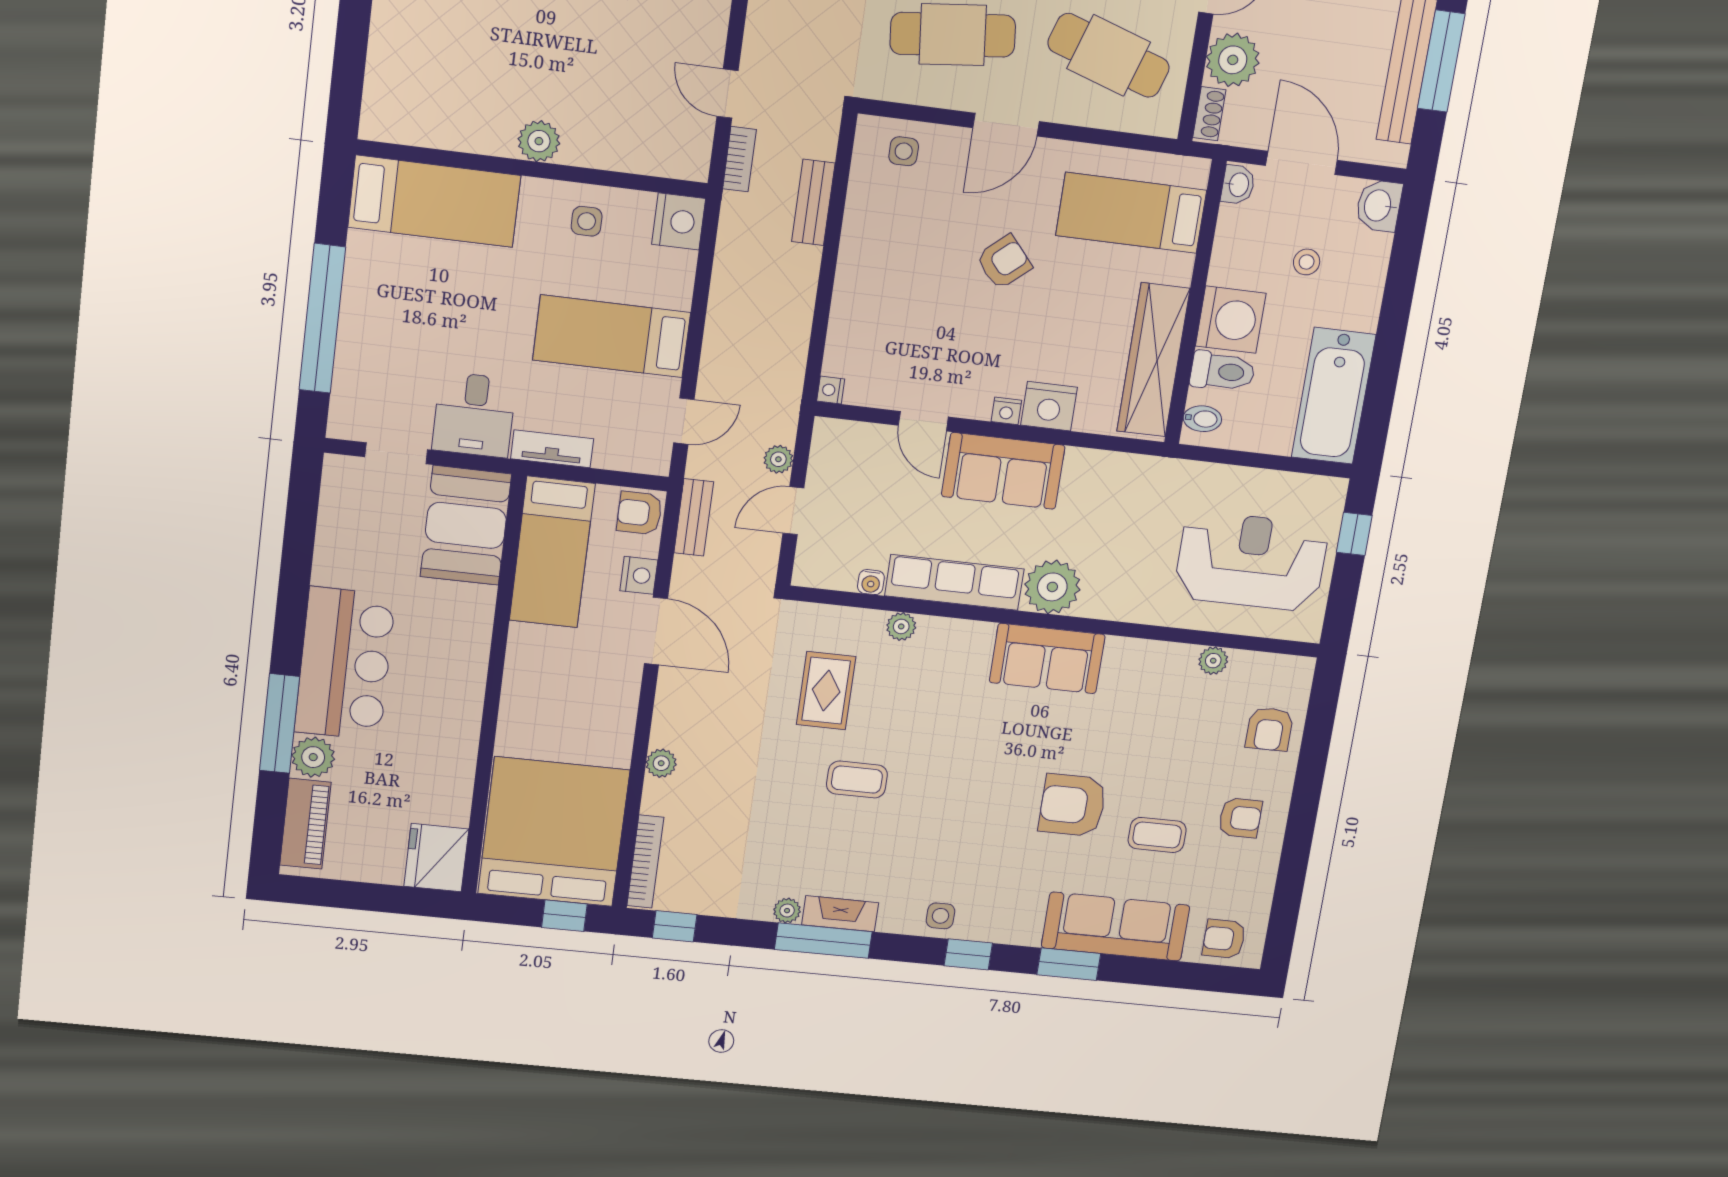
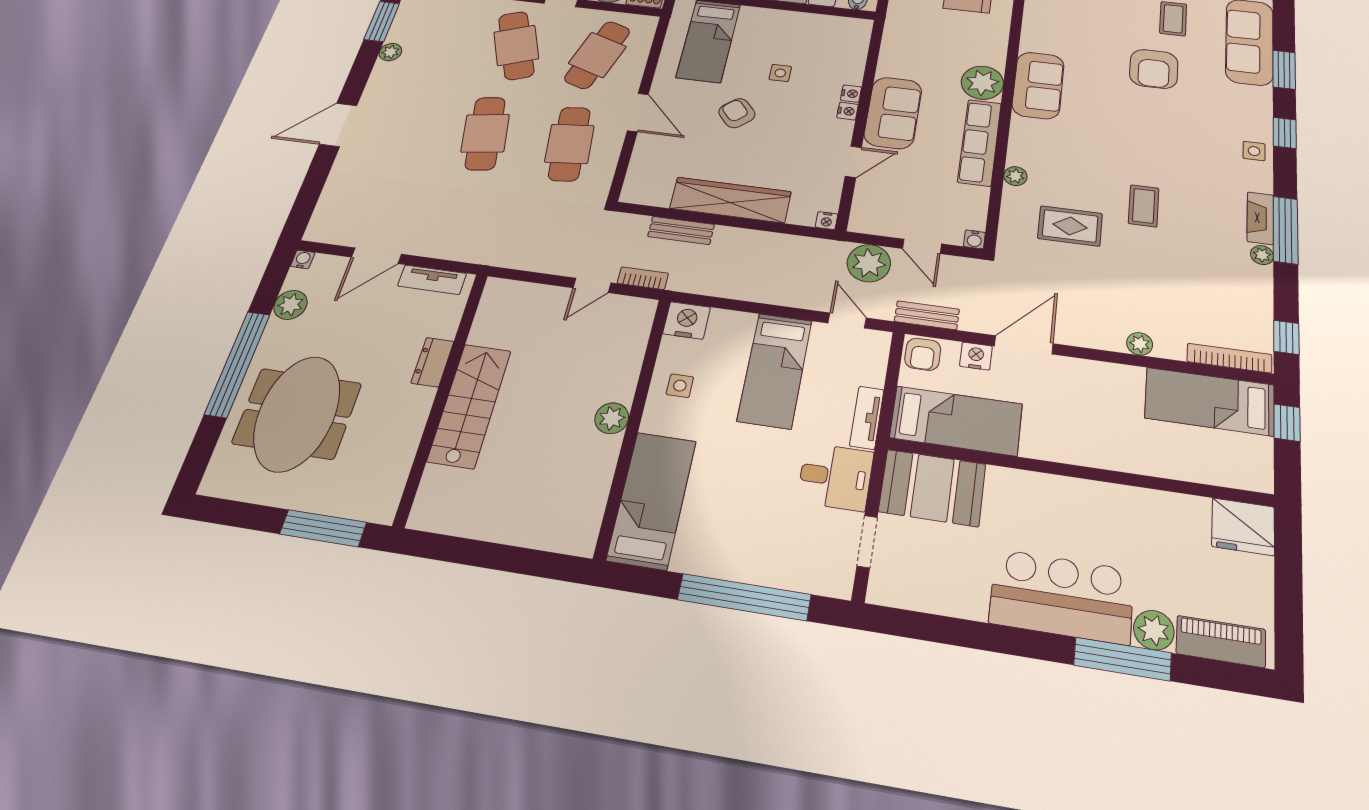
side table: (904, 151) -> (780, 73), moved
wardrobe: (1153, 360) -> (730, 200), moved, turned 180
nightstand: (1049, 406) -> (851, 94), width x0.53, depth x0.56
plant: (778, 459) -> (869, 263), width x1.88, depth x1.88
water cooler: (871, 582) -> (974, 239), moved, turned 90
bed: (554, 832) -> (1210, 401), width x0.49

